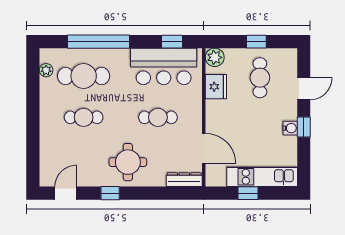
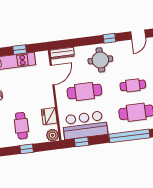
cafe table: (158, 117) -> (84, 91), width x1.37, depth x1.35
door: (204, 148) -> (52, 75), swing flipped

